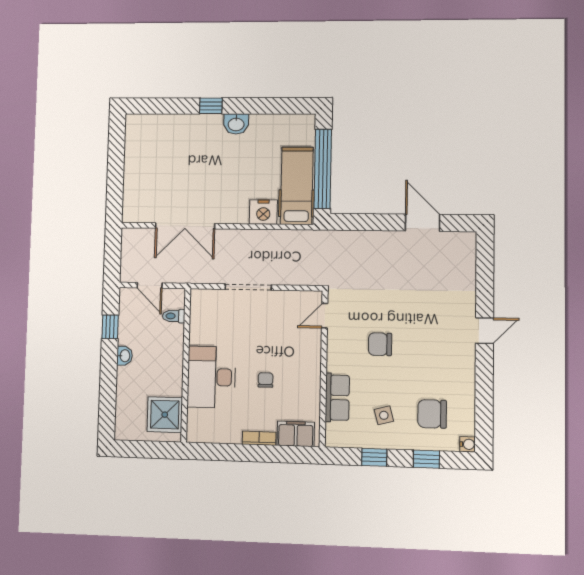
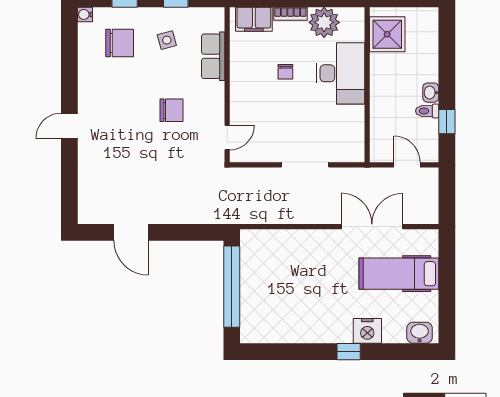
washbasin: (236, 124) -> (420, 333), moved
hospital bed: (297, 186) -> (399, 274), moved, turned 90
nightstand: (263, 212) -> (367, 331), moved, turned 180
toilet: (174, 316) -> (427, 111), moved, turned 180
plant: (226, 428) -> (324, 22), added

